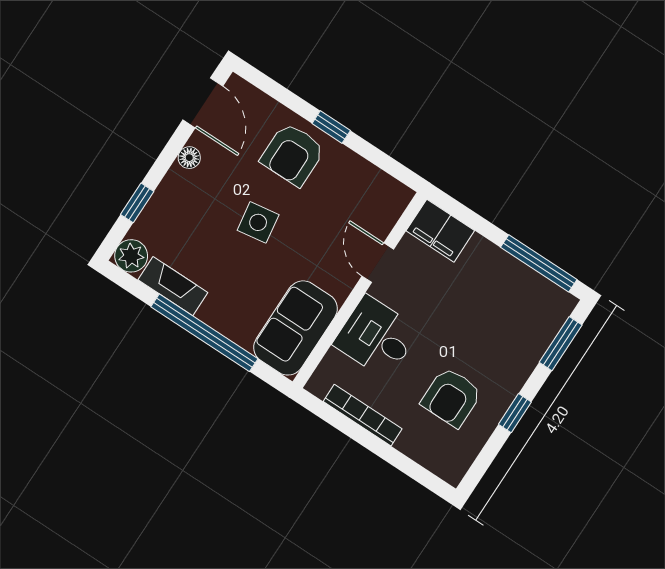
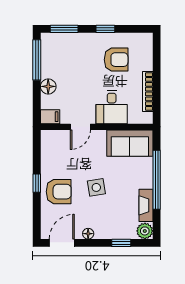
filing cabinet: (440, 231) -> (50, 117), width x0.50
floor lamp: (481, 253) -> (48, 86), added

